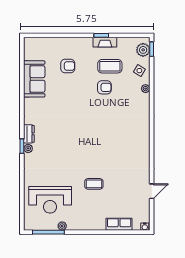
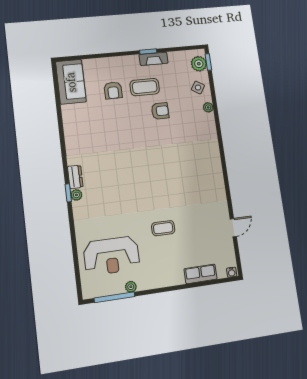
armchair: (68, 66) -> (113, 90), turned 90
coffee table: (110, 66) -> (145, 87), moved
sofa: (34, 79) -> (71, 82), moved

